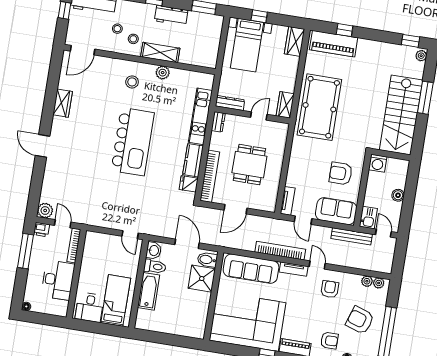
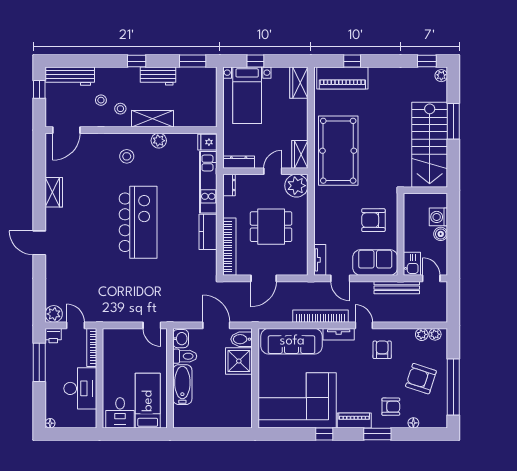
plant: (278, 132) -> (296, 186), added
washing machine: (378, 163) -> (438, 217), moved, turned 90
dining table: (249, 165) -> (271, 227), turned 90
fridge: (189, 184) -> (207, 142), moved

